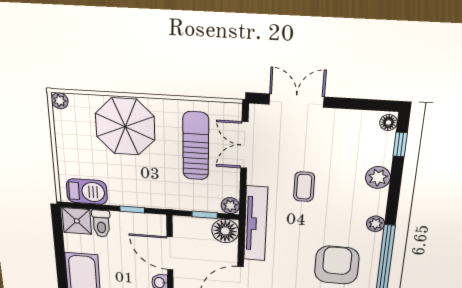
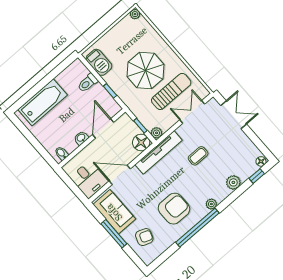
parasol: (125, 127) -> (145, 71), moved
shower: (77, 221) -> (78, 70), removed

